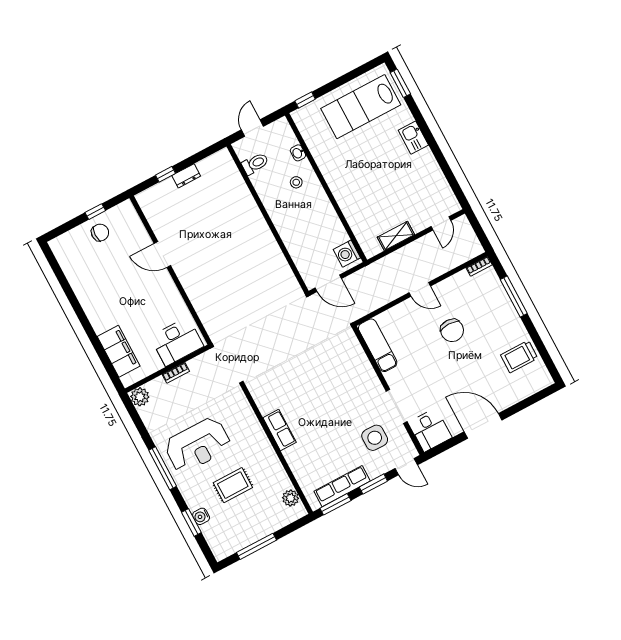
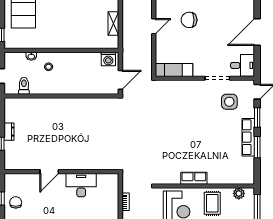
chair: (452, 330) -> (189, 20), turned 180
desk: (177, 342) -> (81, 185), moved, turned -90
row of seats: (280, 430) -> (194, 178), moved
wall: (277, 449) -> (205, 186), moved
plant: (291, 498) -> (239, 193), moved

